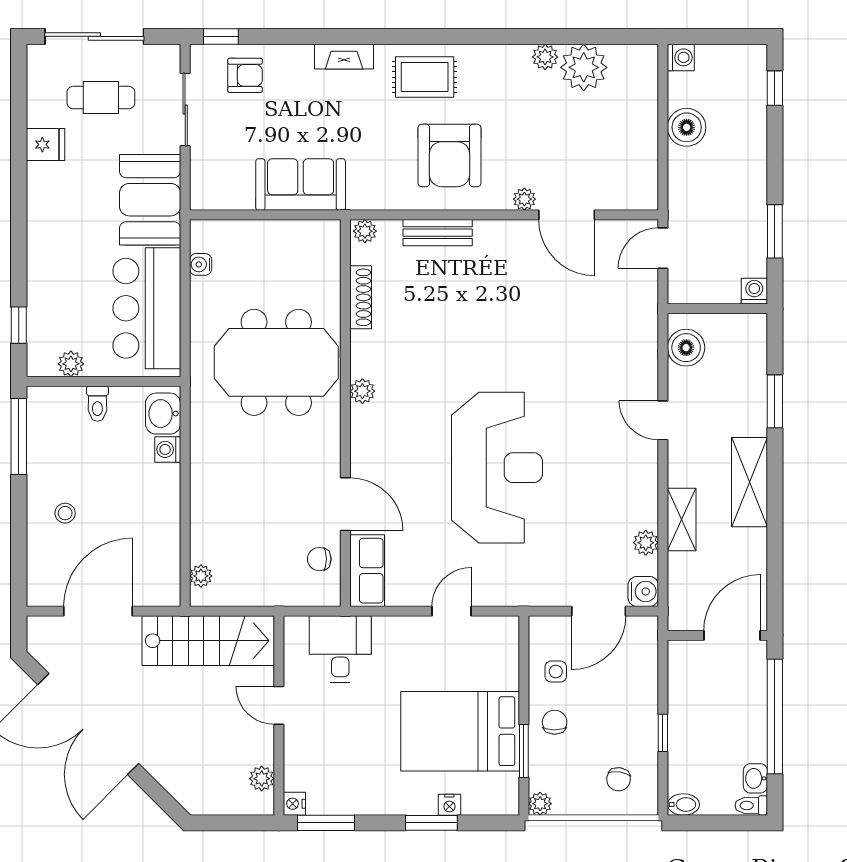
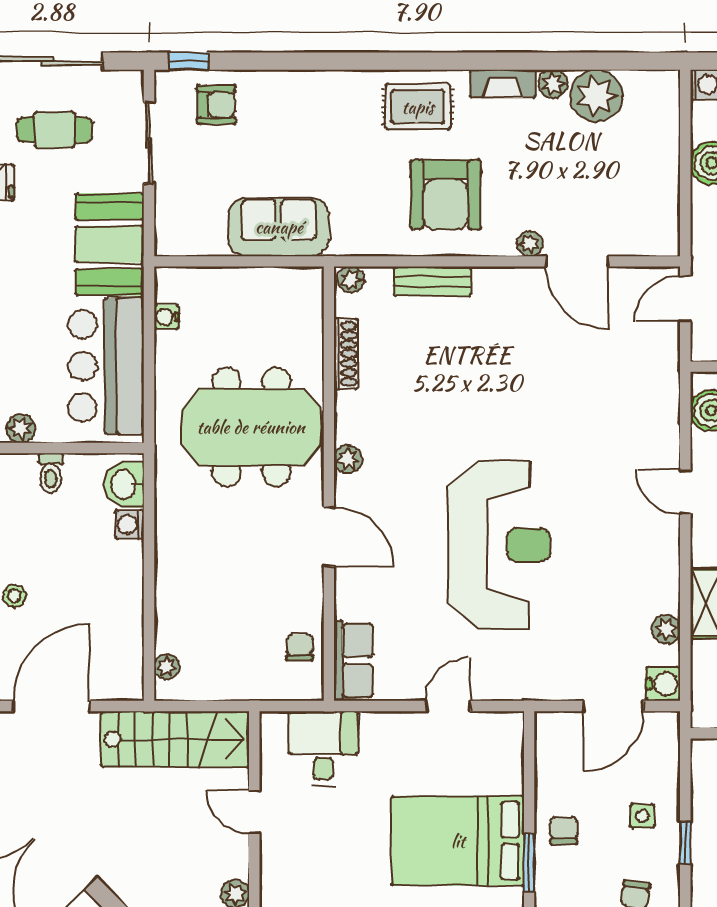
fireplace: (344, 57) -> (503, 84), moved
door: (345, 504) -> (329, 537), moved
chair: (319, 559) -> (300, 648), turned 90
side table: (556, 672) -> (642, 816), moved

